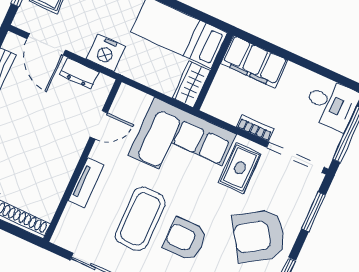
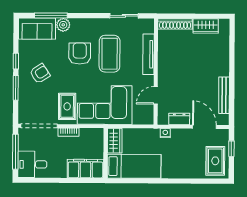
nightstand: (106, 53) -> (165, 133), width x0.53, depth x0.56
tv unit: (86, 183) -> (148, 54), width x1.41
window: (313, 212) -> (16, 88), moved
armchair: (259, 236) -> (40, 74), width x0.53, depth x0.53
armchair: (185, 239) -> (80, 54), turned -90

